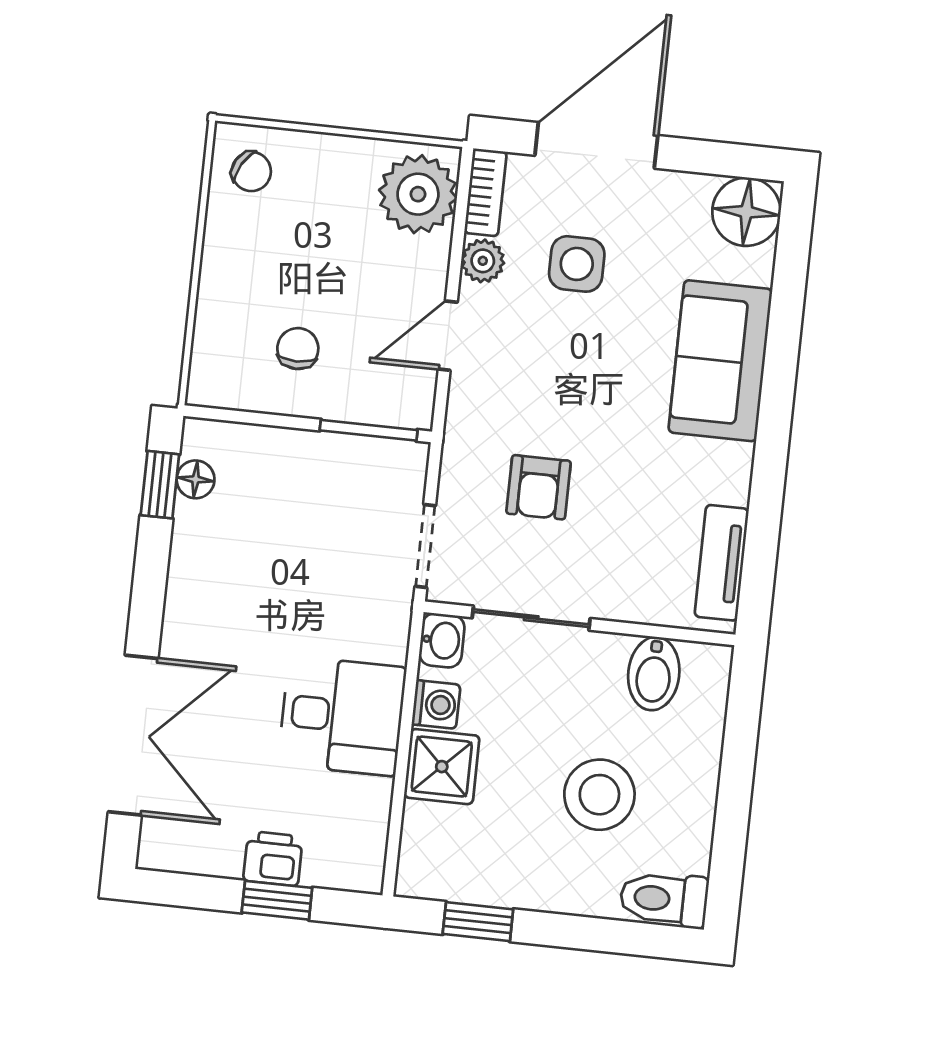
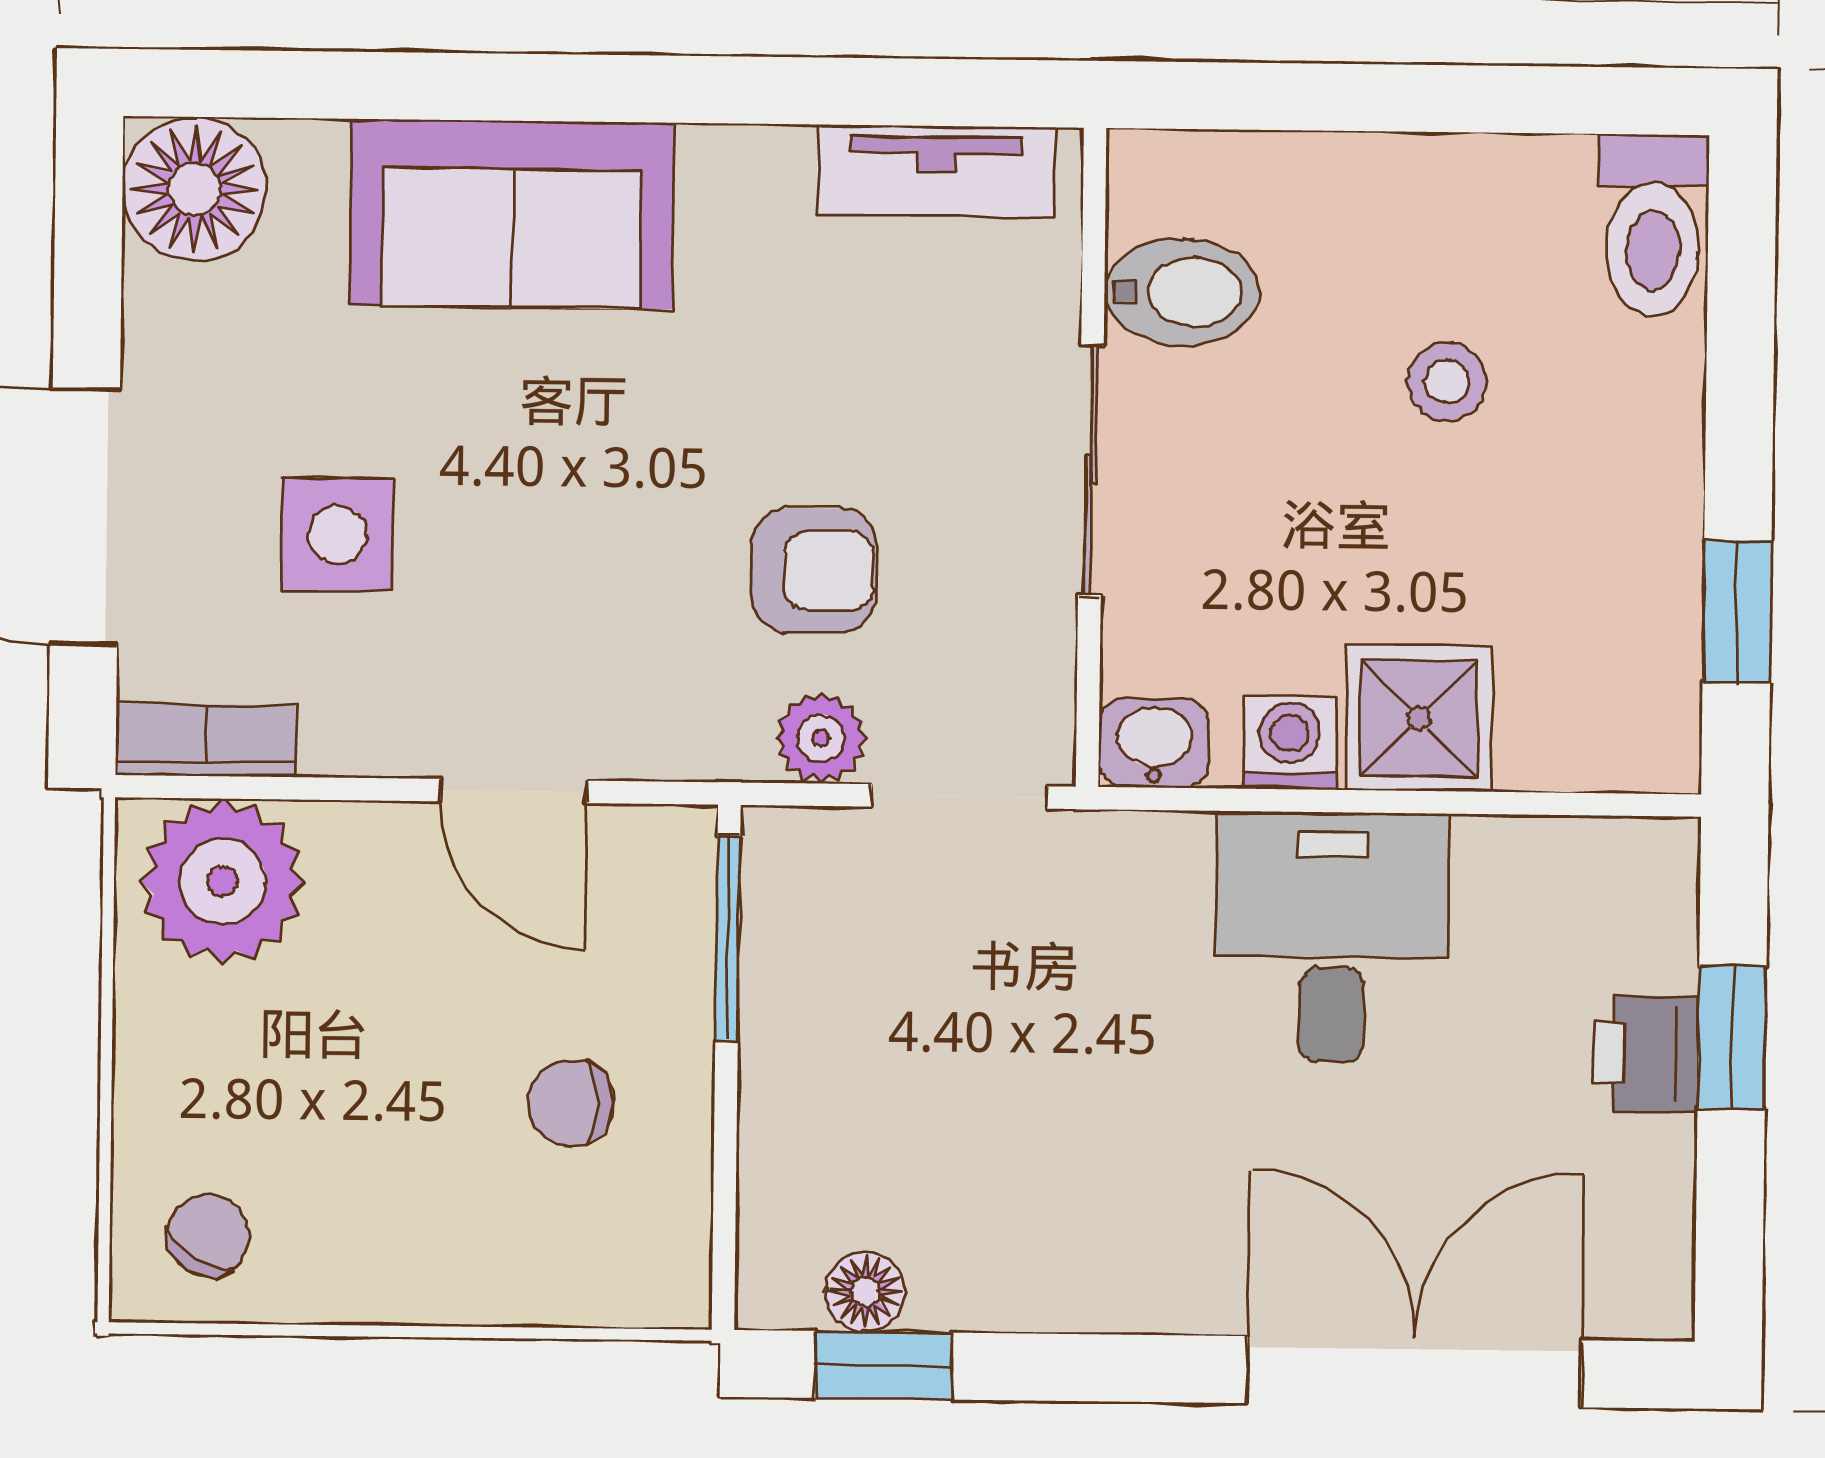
plant: (483, 261) -> (821, 738), moved
sliding door: (531, 618) -> (1091, 470), moved
stool: (599, 795) -> (1447, 382), width x0.53, depth x0.53

